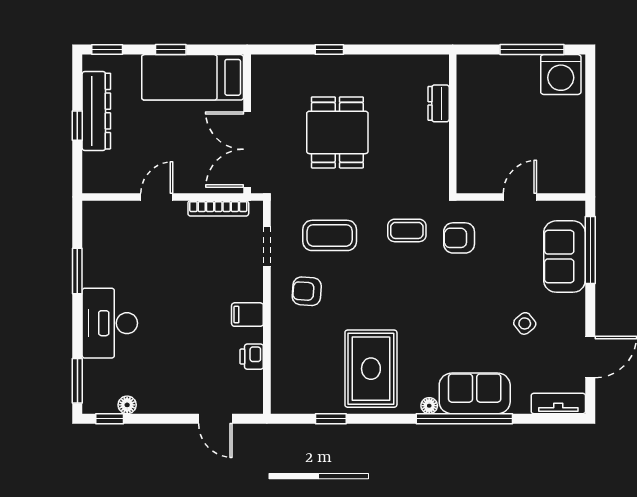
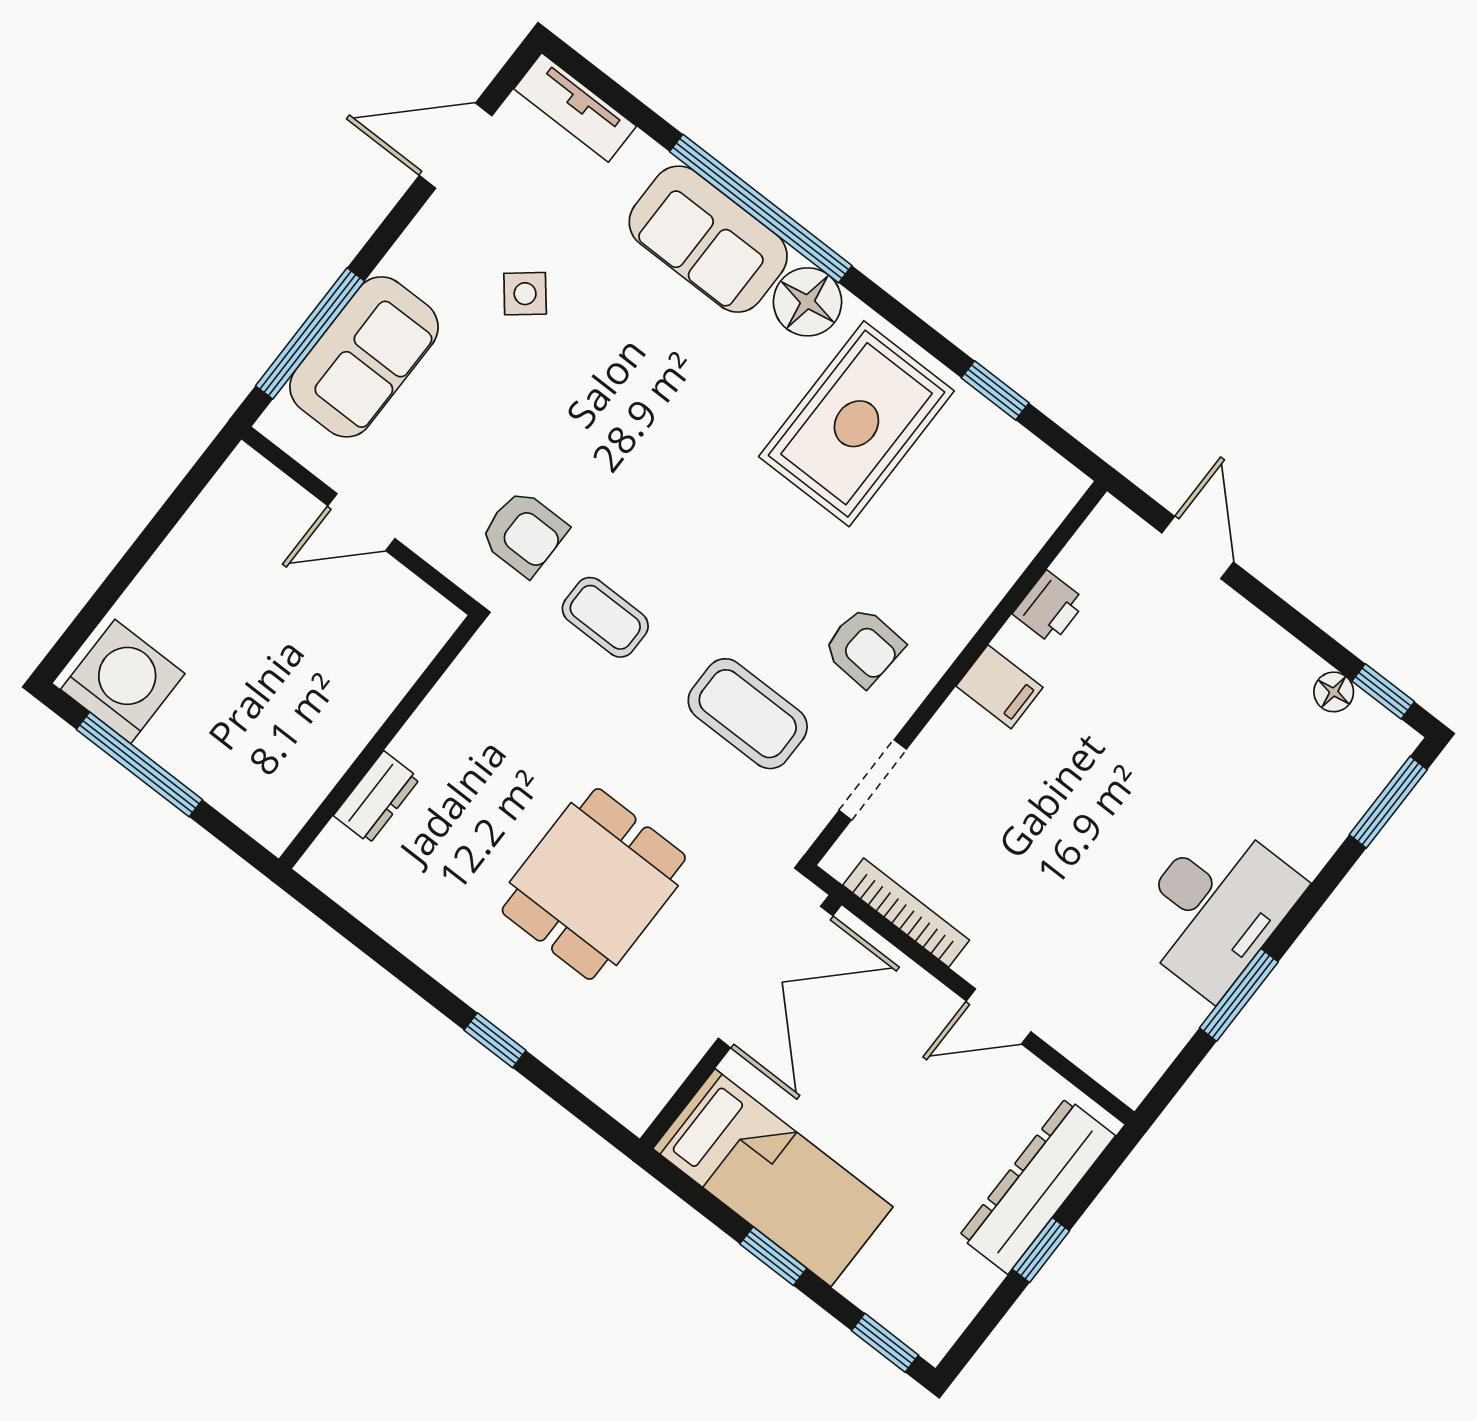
dresser: (96, 111) -> (1037, 1186), moved
desk: (110, 323) -> (1215, 907), moved
floor lamp: (429, 406) -> (808, 302), width x1.89, depth x1.89

